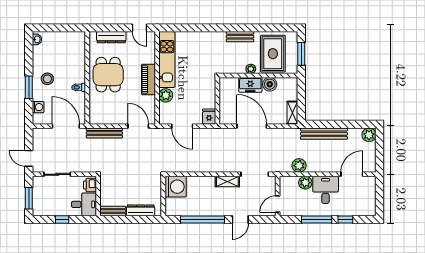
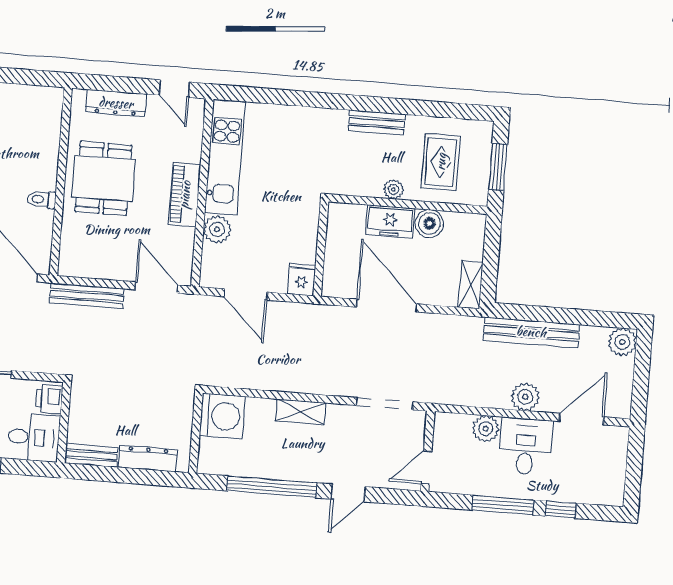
rug: (273, 54) -> (441, 162), width x0.73, depth x0.70
plant: (299, 166) -> (525, 397), moved
shelving: (227, 182) -> (301, 412), moved

